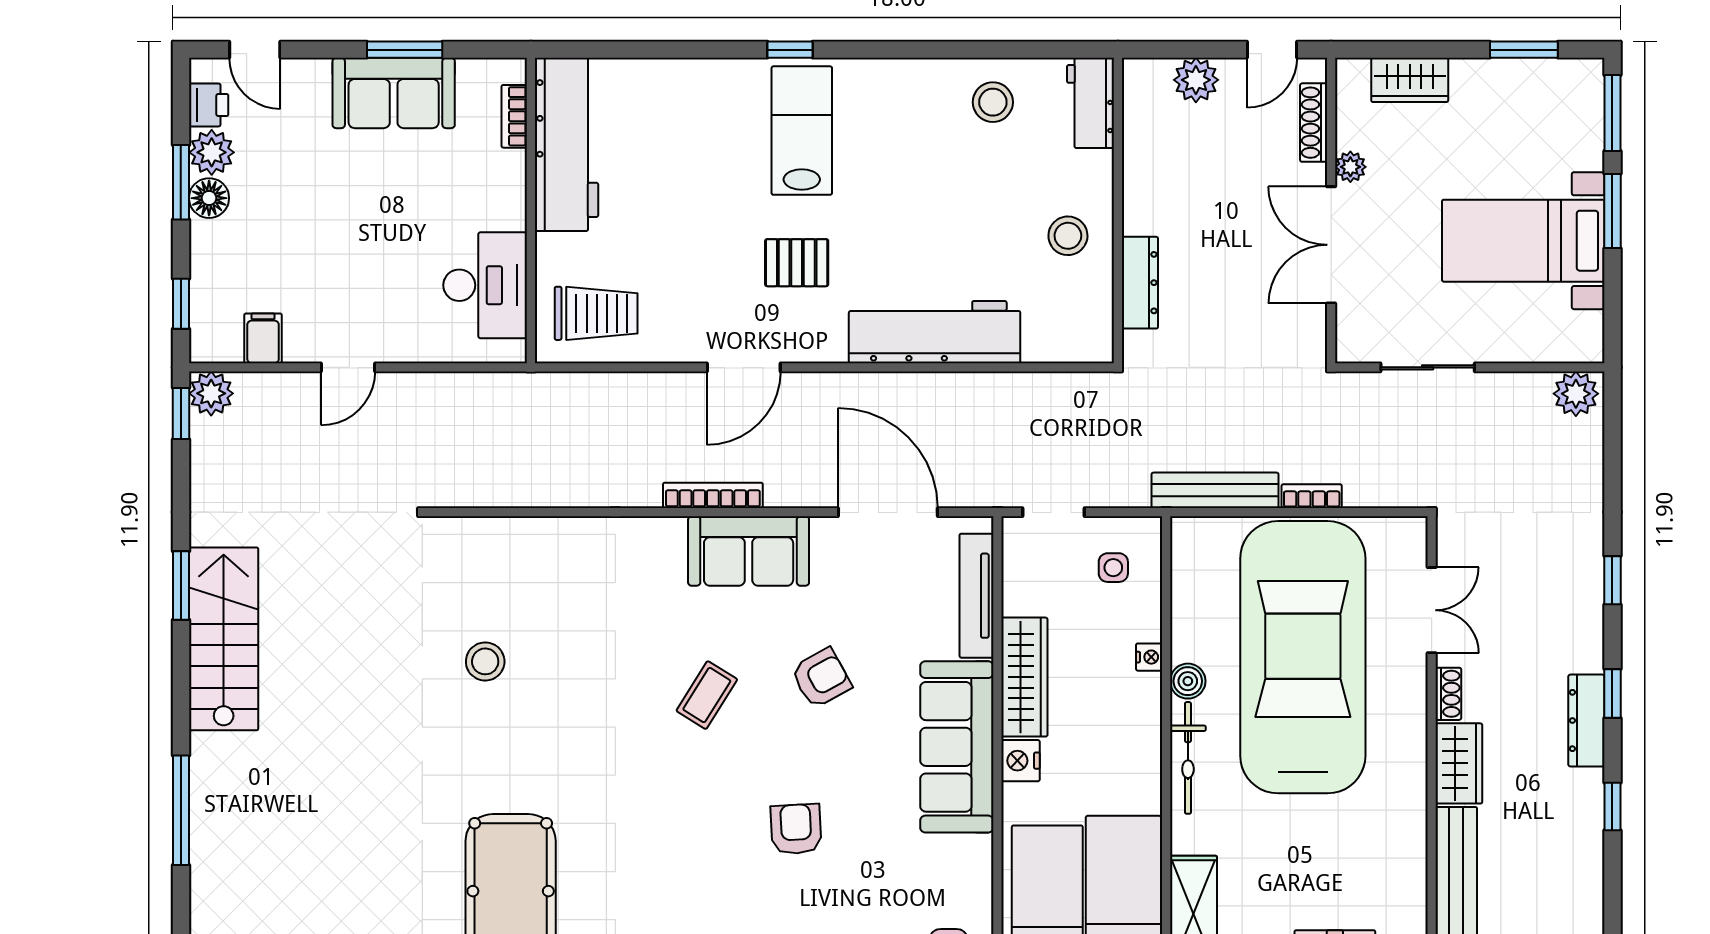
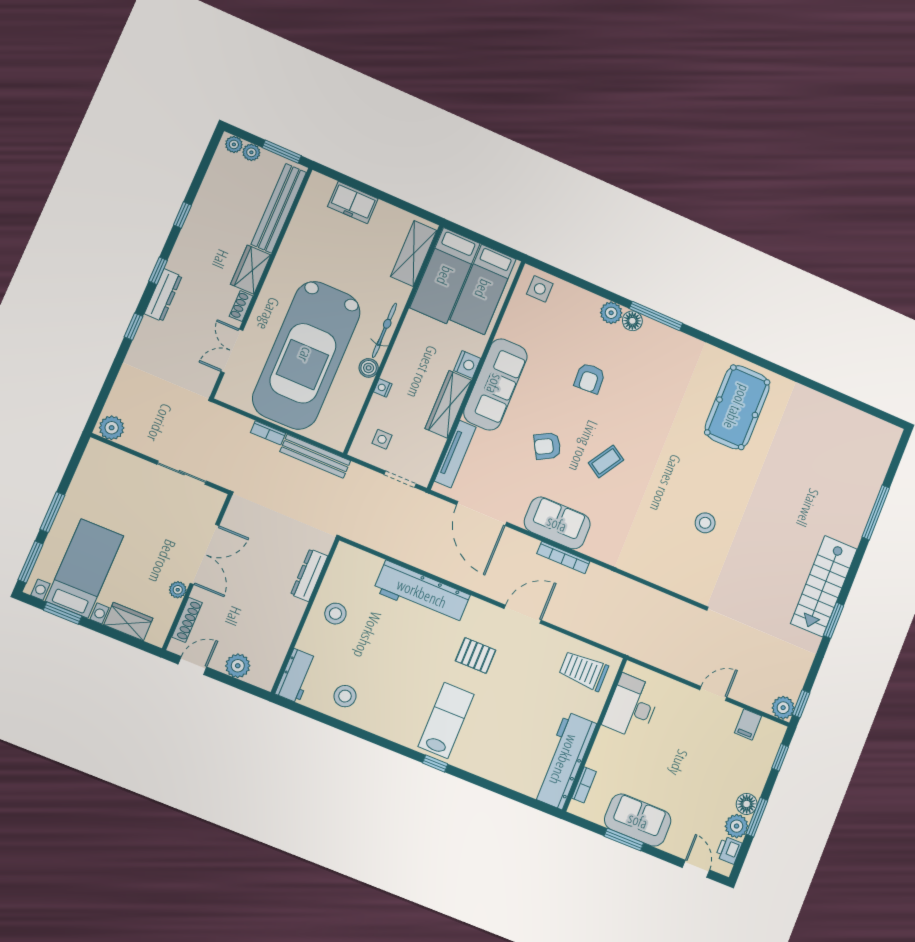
lab bench: (802, 131) -> (446, 720), turned 180
bed with nightstands: (1523, 241) -> (84, 568), moved, turned -90
dresser: (1586, 721) -> (163, 295), moved

